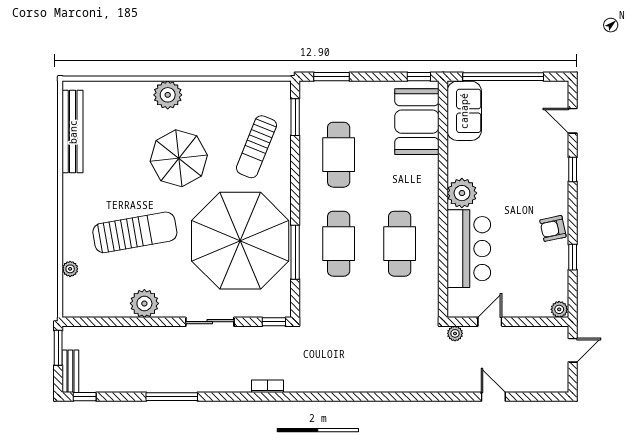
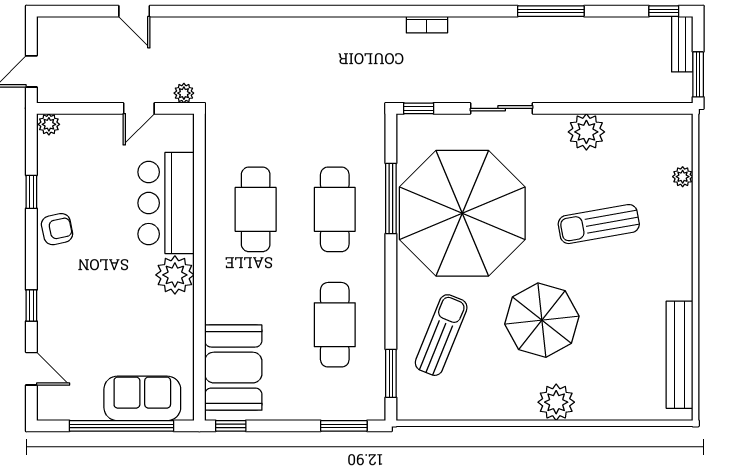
sofa: (464, 111) -> (142, 398), moved, turned 90
sun lounger: (135, 232) -> (599, 224), width x0.73, depth x0.75

